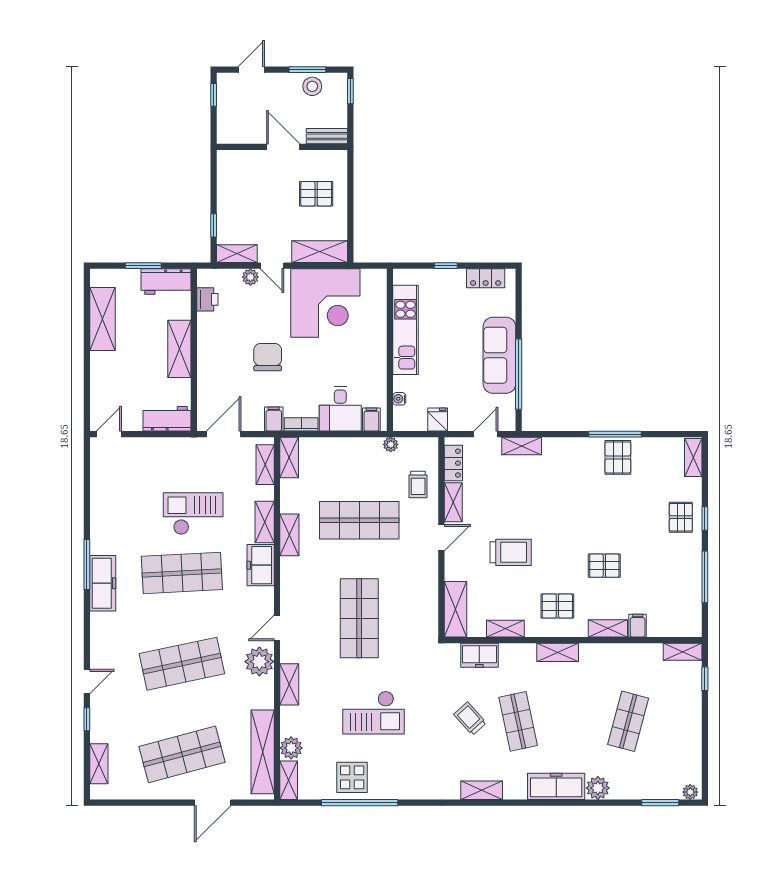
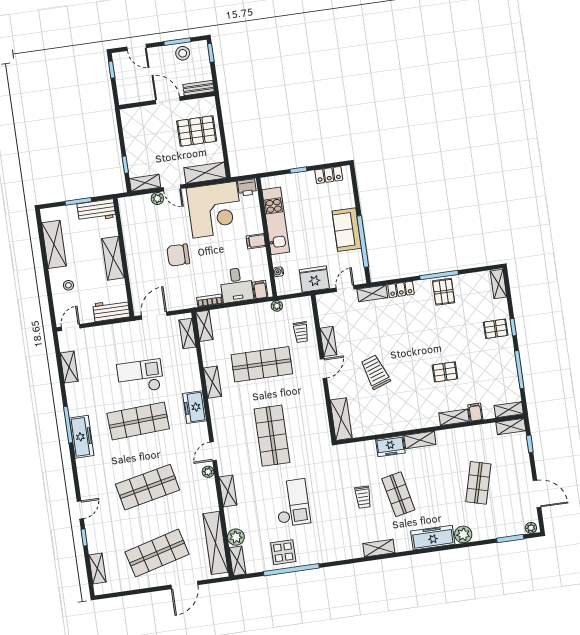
door: (251, 70) -> (137, 47), swing flipped
pallet: (316, 194) -> (197, 131), width x1.50, depth x1.42
printer: (207, 299) -> (247, 187), moved, turned 90
sofa: (499, 355) -> (347, 230), width x0.73
chair: (268, 357) -> (178, 255), turned -90
stool: (114, 377) -> (68, 285), added
filing cabinet: (274, 419) -> (256, 241), moved, turned -90
fridge: (438, 419) -> (314, 279), width x1.88, depth x1.34
locker: (453, 463) -> (401, 289), moved, turned 90
pallet: (681, 517) -> (496, 329), turned 90
shelving: (265, 522) -> (69, 367), moved
trolley: (511, 552) -> (375, 372), turned -109
pallet: (557, 606) -> (415, 406), removed
shelving: (505, 629) -> (509, 410), moved
freezer: (479, 655) -> (390, 446), moved
plant: (259, 662) -> (208, 472), width x0.53, depth x0.53
checkout: (374, 713) -> (292, 503), turned -90
trolley: (470, 719) -> (363, 497), turned -138
door: (705, 747) -> (537, 494), added

